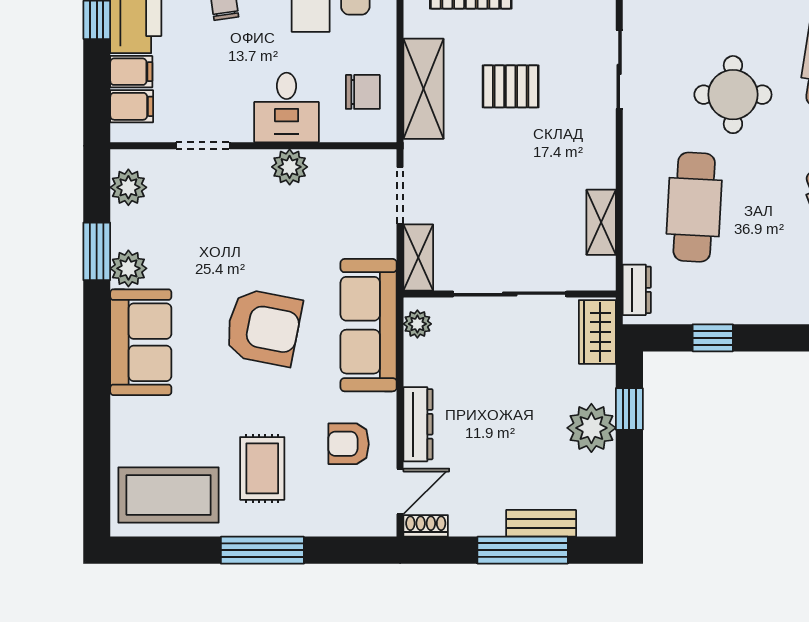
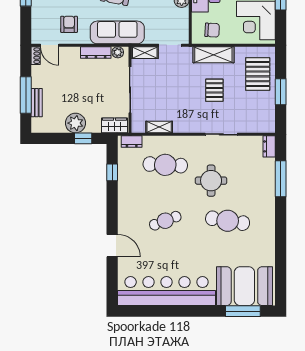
chair: (363, 92) -> (212, 30), turned -87
dresser: (418, 424) -> (96, 53), moved

